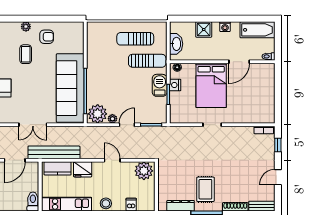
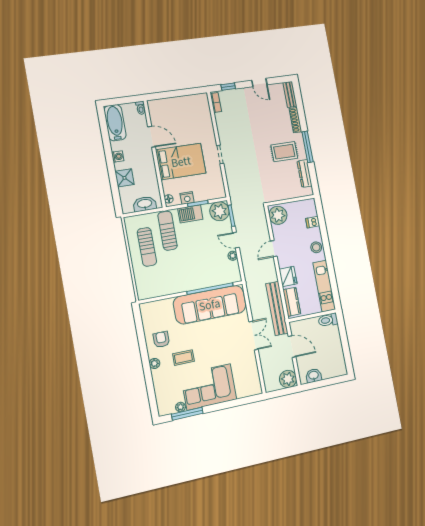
plant: (98, 114) -> (219, 211), moved

